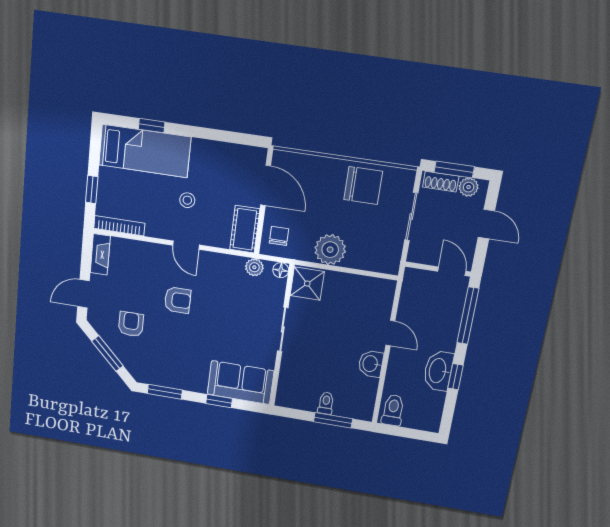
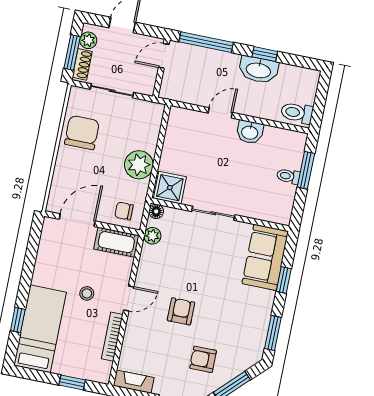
bookcase: (119, 226) -> (112, 337), moved

